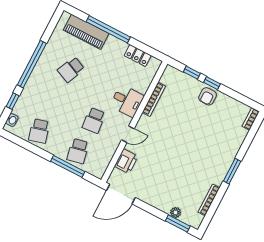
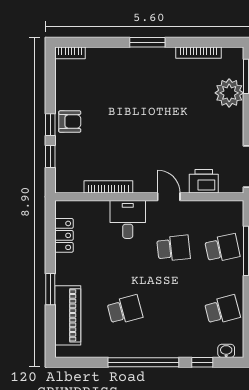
window: (108, 29) -> (50, 289), width x0.47
school desk: (71, 70) -> (125, 310), turned -39
plant: (176, 213) -> (229, 93), width x1.88, depth x1.88

